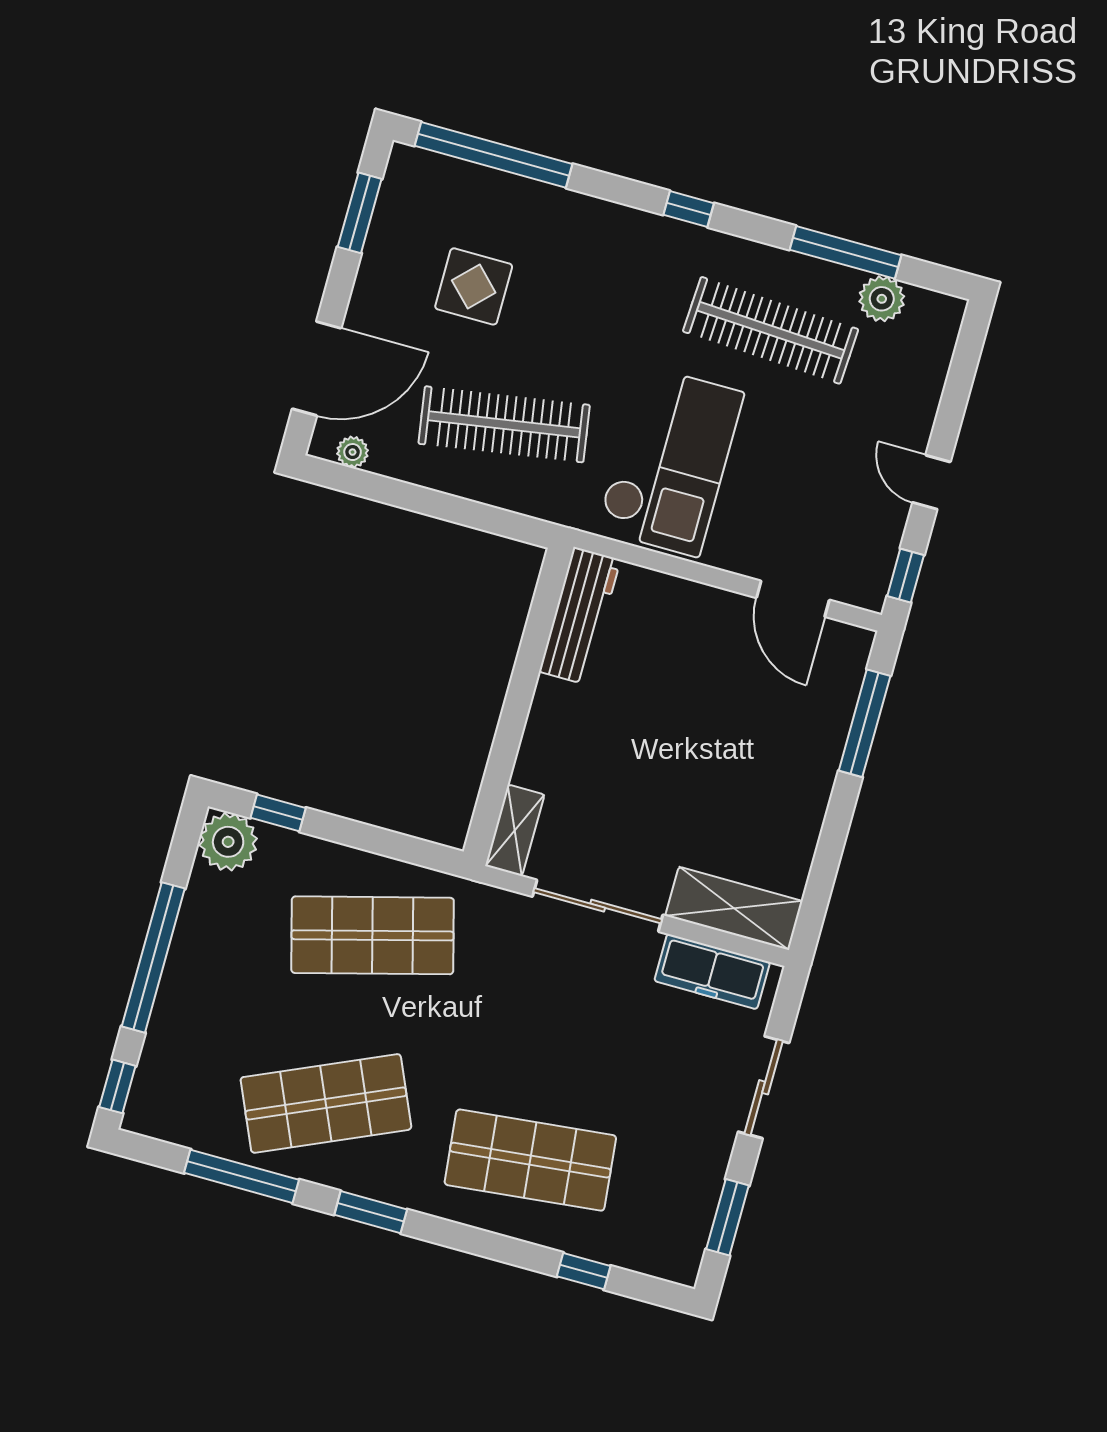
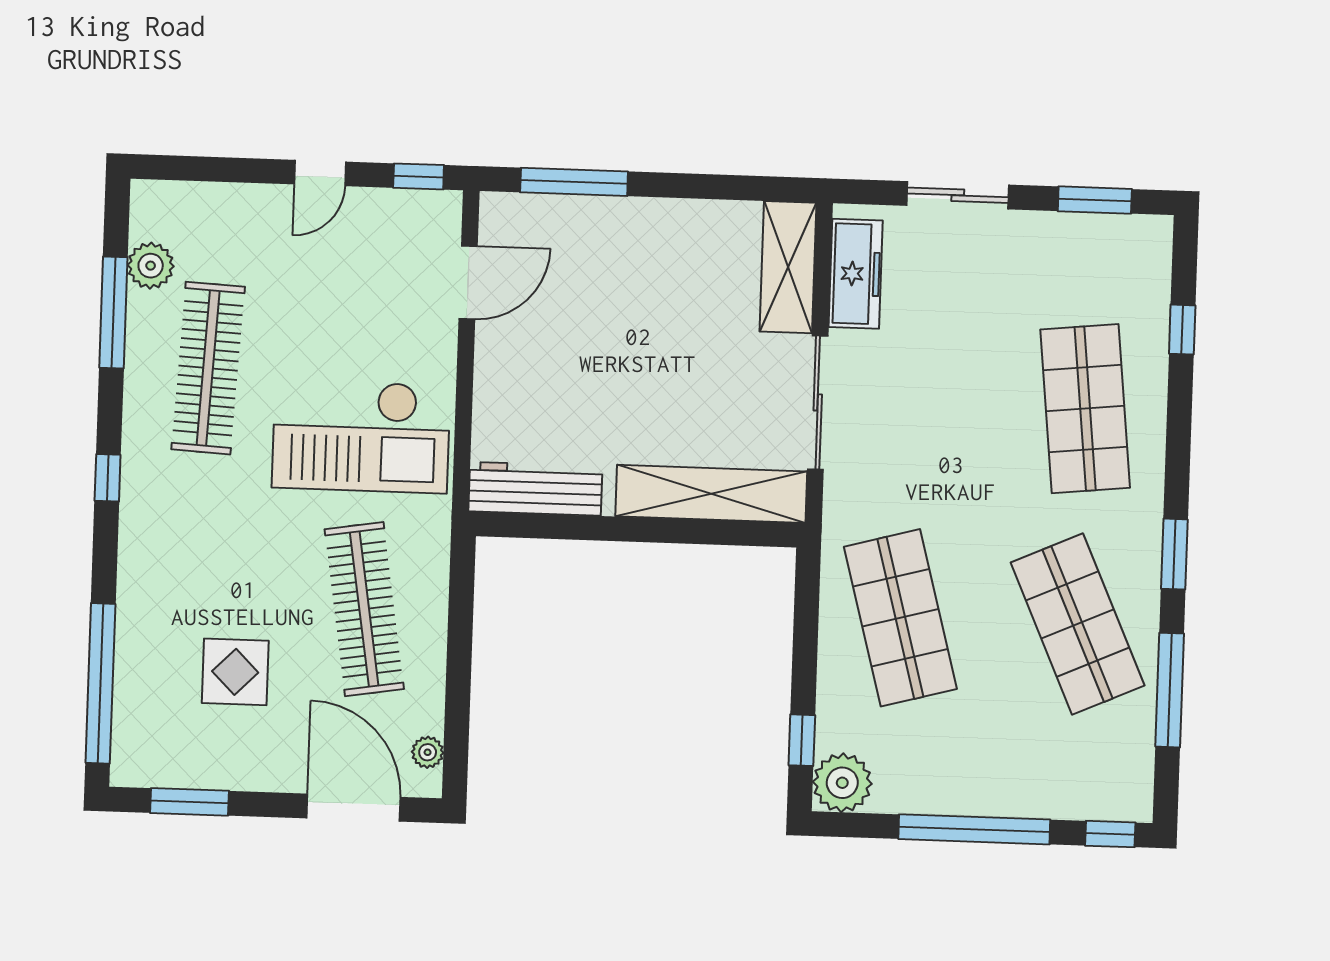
checkout: (670, 461) -> (361, 436), turned 180
shelving: (515, 830) -> (711, 494), width x2.20, depth x1.33

